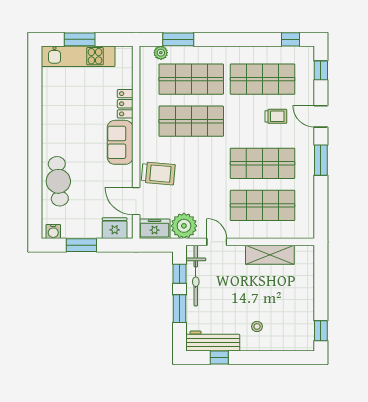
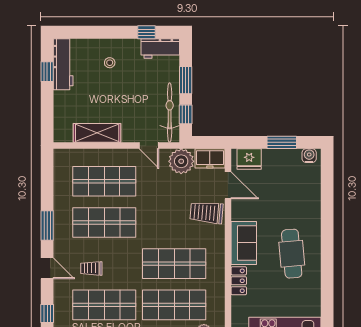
cafe table: (58, 181) -> (292, 254), moved
workbench: (305, 325) -> (63, 64), added
window: (321, 331) -> (47, 72), moved
workbench: (213, 341) -> (160, 48), width x0.73

